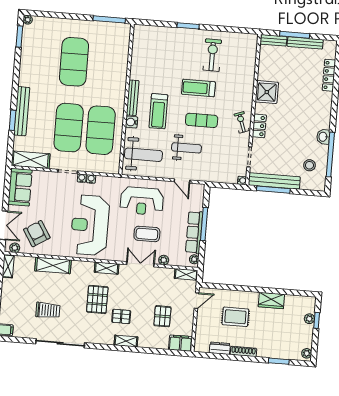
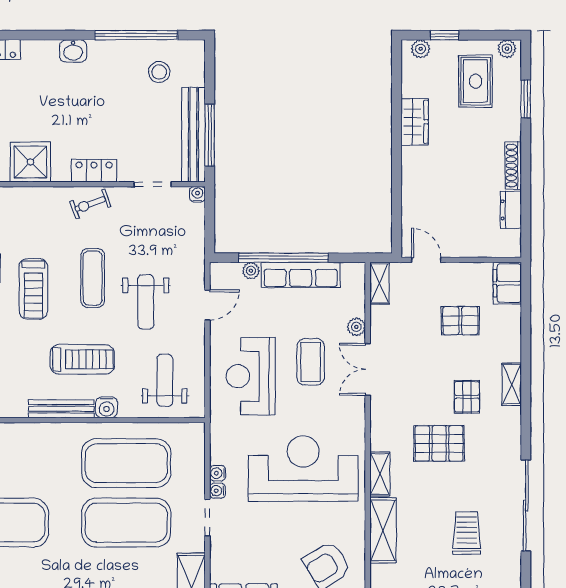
washbasin: (323, 137) -> (73, 51), moved
weight bench: (186, 148) -> (146, 302), turned 180
weight bench: (143, 155) -> (165, 380), width x0.73, depth x0.75
reception desk: (142, 201) -> (251, 376), turned 180
window: (204, 224) -> (284, 258), width x1.46
reception desk: (90, 225) -> (303, 469), turned 180
plant: (194, 259) -> (251, 271), moved
shelving: (107, 268) -> (380, 474), moved
rug: (235, 317) -> (476, 81), moved
plant: (309, 319) -> (421, 49), moved

